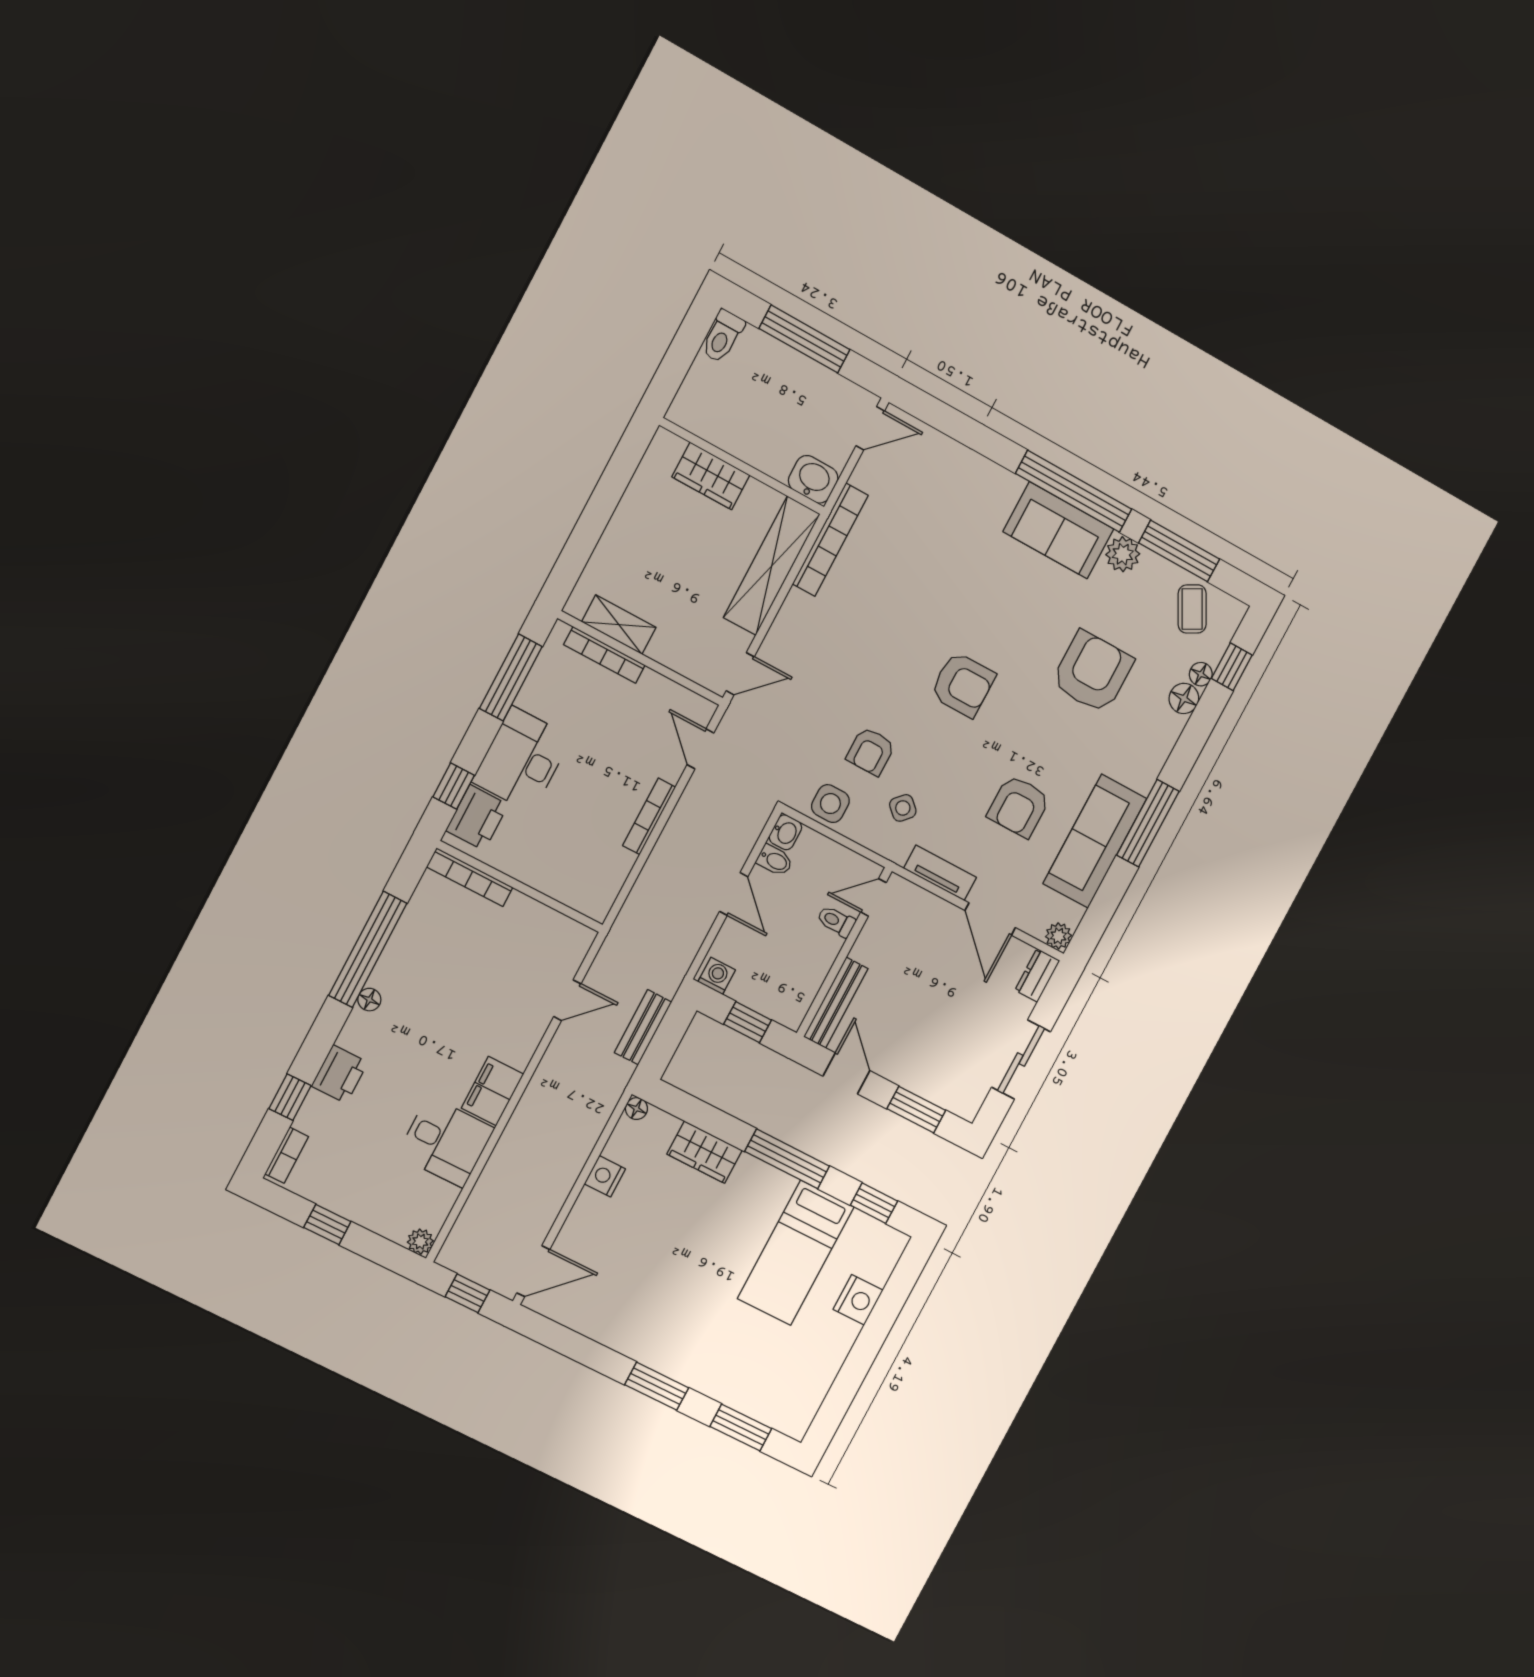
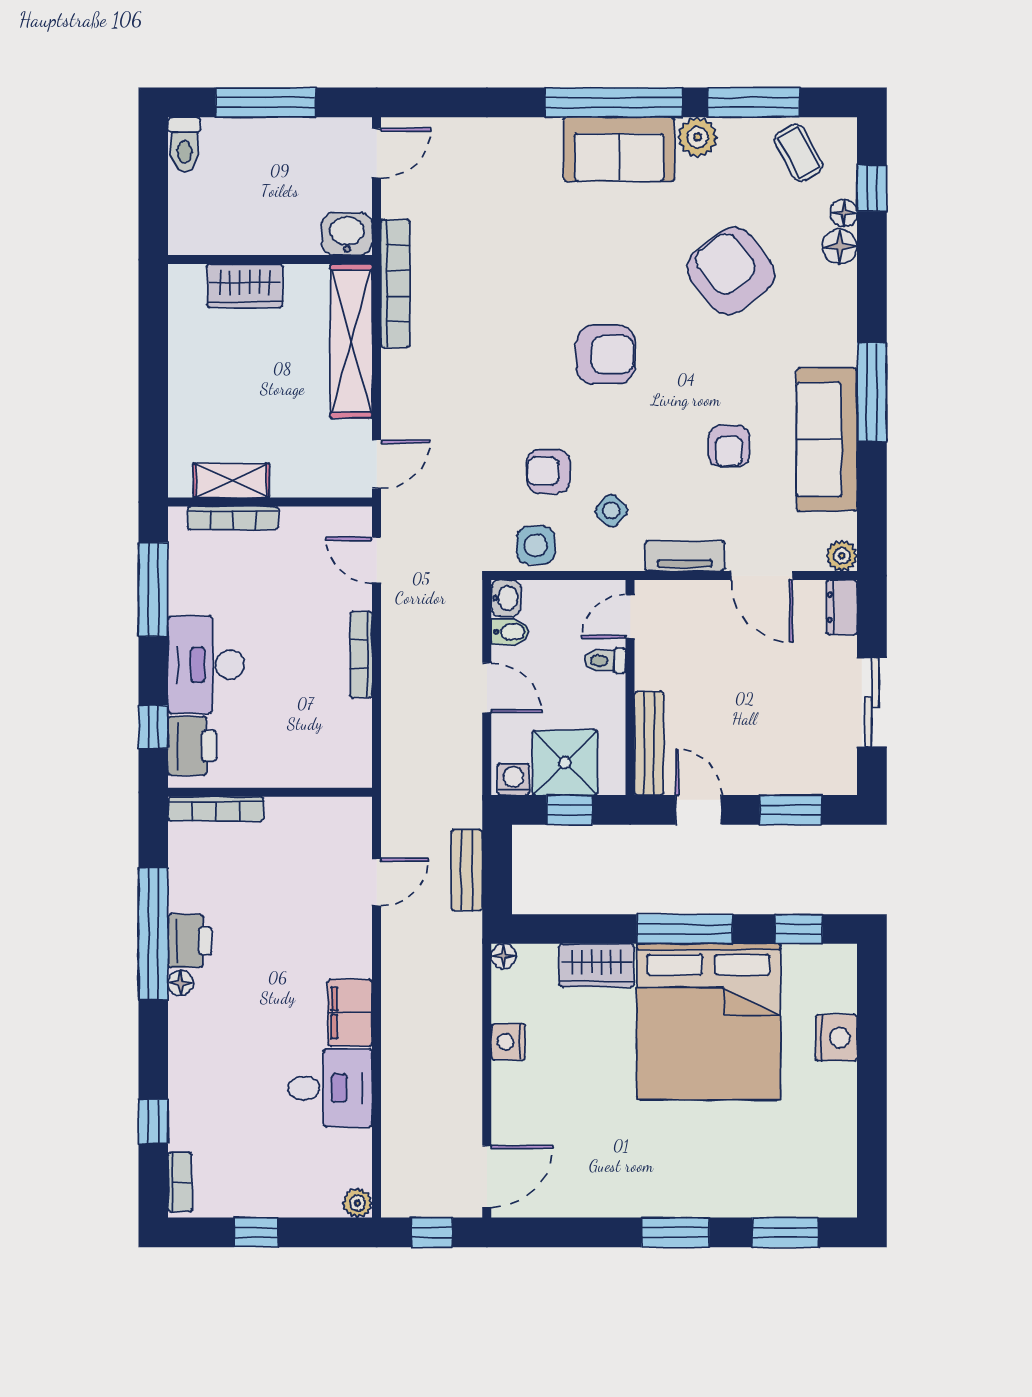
armchair: (1092, 672) -> (731, 271), turned -38
armchair: (871, 751) -> (548, 471), turned 90
armchair: (1019, 806) -> (729, 446), width x0.72, depth x0.72
shower: (763, 984) -> (565, 763), added
printer: (340, 1074) -> (190, 941), moved
bed: (796, 1253) -> (709, 1022), width x2.04

